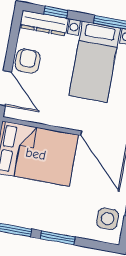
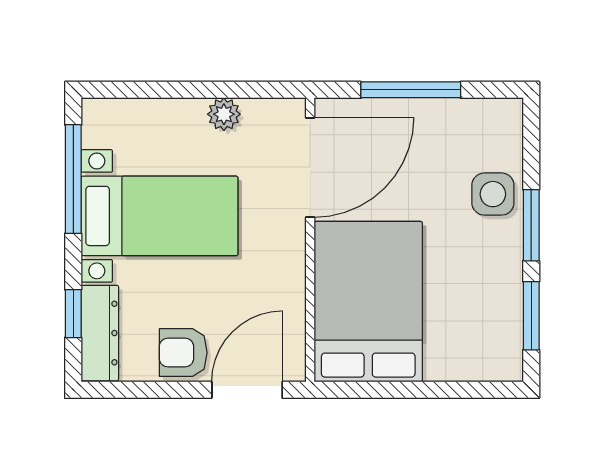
side table: (108, 219) -> (493, 194), moved

